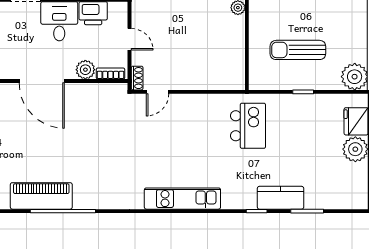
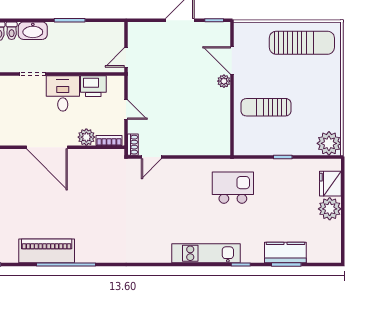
sun lounger: (298, 50) -> (266, 107), moved
kitchen island: (248, 126) -> (233, 188), turned -90
kitchen counter: (281, 198) -> (285, 253), moved
kitchen unit: (182, 199) -> (206, 253), moved

